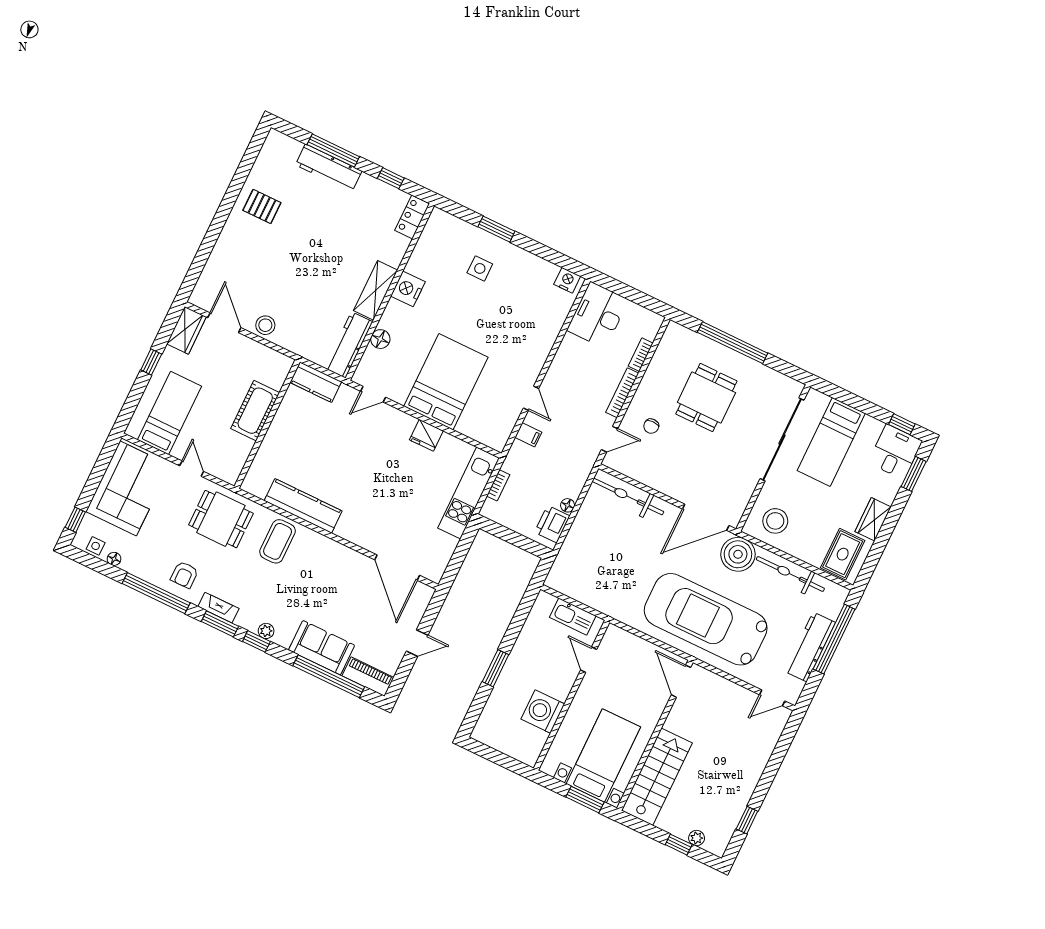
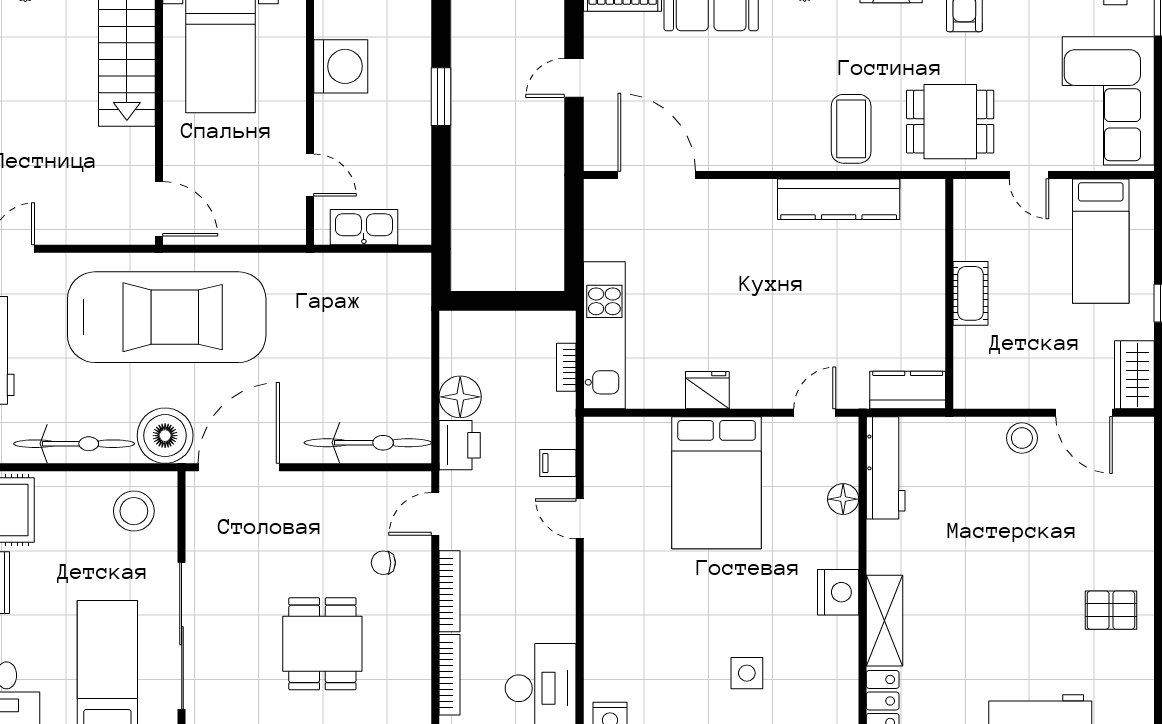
shelving: (376, 290) -> (885, 621), moved
bookcase: (641, 355) -> (449, 675), width x1.56
cot: (255, 411) -> (970, 293), width x0.73, depth x0.75
chair: (651, 426) -> (383, 563), turned -90
floor lamp: (568, 505) -> (460, 397), width x1.89, depth x1.89
printer: (552, 524) -> (460, 445), moved

